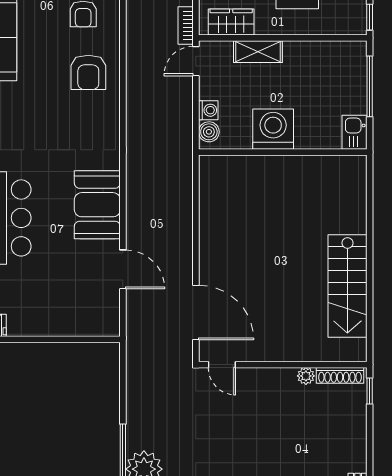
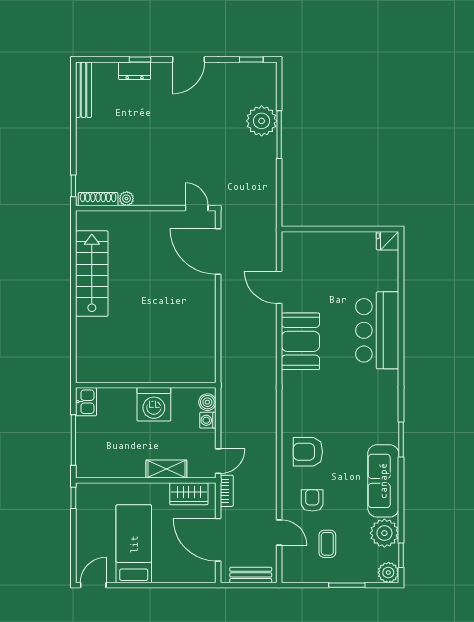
armchair: (88, 72) -> (308, 452), turned -90

